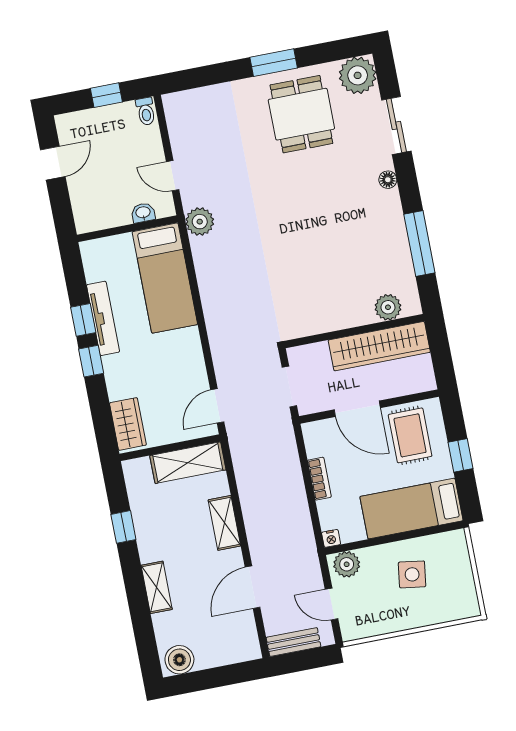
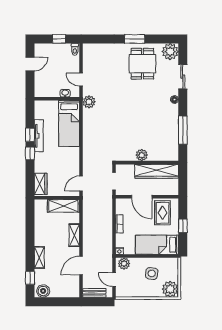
plant: (388, 307) -> (142, 155), moved
window: (123, 527) -> (30, 278), moved
plant: (460, 601) -> (170, 289), added

